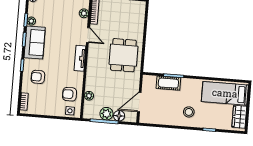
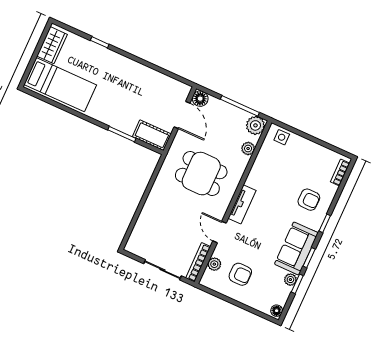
dining table: (123, 55) -> (201, 174), moved, turned 90
cot: (168, 83) -> (152, 135), moved
armchair: (70, 94) -> (240, 274), moved
door: (139, 102) -> (182, 115), hinge flipped
stool: (189, 112) -> (119, 77), removed
plant: (106, 114) -> (255, 125), moved
floor lamp: (119, 116) -> (200, 99), moved

